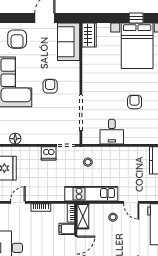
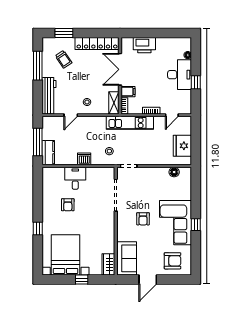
window: (136, 18) -> (82, 280), moved
armchair: (17, 39) -> (173, 261), turned 90
desk: (112, 132) -> (75, 178), moved
dishwasher: (49, 153) -> (84, 159), moved
kitchen unit: (91, 194) -> (130, 123), moved
door: (131, 202) -> (71, 115), swing flipped

